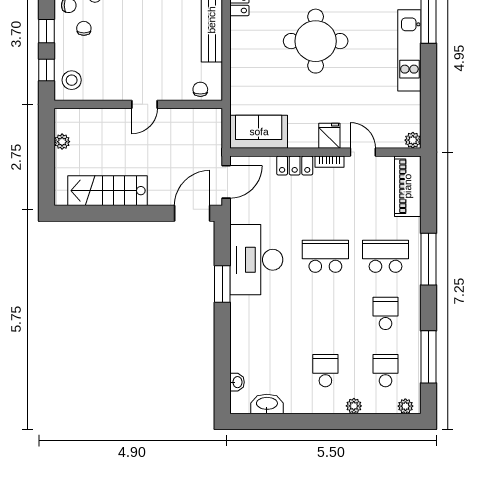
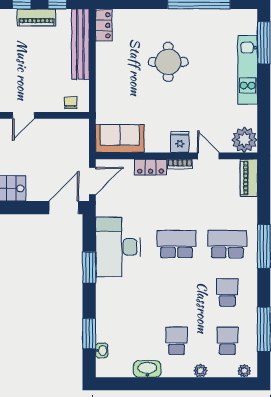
round table: (316, 41) -> (168, 62), width x0.73, depth x0.73
plant: (413, 140) -> (244, 140), width x1.88, depth x1.88
piano: (408, 186) -> (249, 178), width x0.73, depth x0.75
window: (222, 362) -> (89, 334), added
washbasin: (267, 404) -> (147, 369), moved

